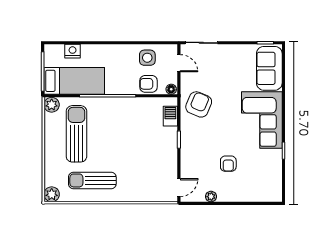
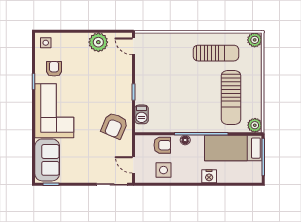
nightstand: (73, 51) -> (209, 176), moved
floor lamp: (171, 89) -> (185, 140), moved
armchair: (228, 164) -> (54, 69), moved
door: (179, 187) -> (133, 46), hinge flipped
side table: (271, 191) -> (46, 43), added
plant: (211, 197) -> (98, 42), width x1.88, depth x1.88

